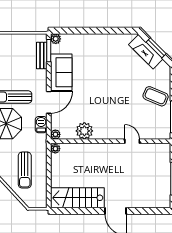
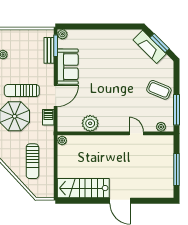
plant: (55, 134) -> (161, 127), moved

